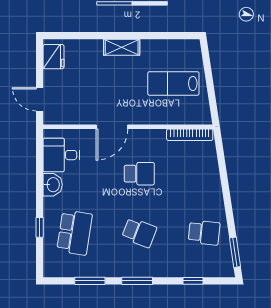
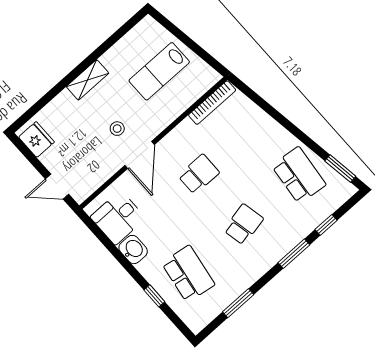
stool: (113, 96) -> (117, 129), added
school desk: (139, 233) -> (243, 224), turned -33
school desk: (204, 233) -> (299, 175), width x1.85
window: (137, 281) -> (294, 254), moved

